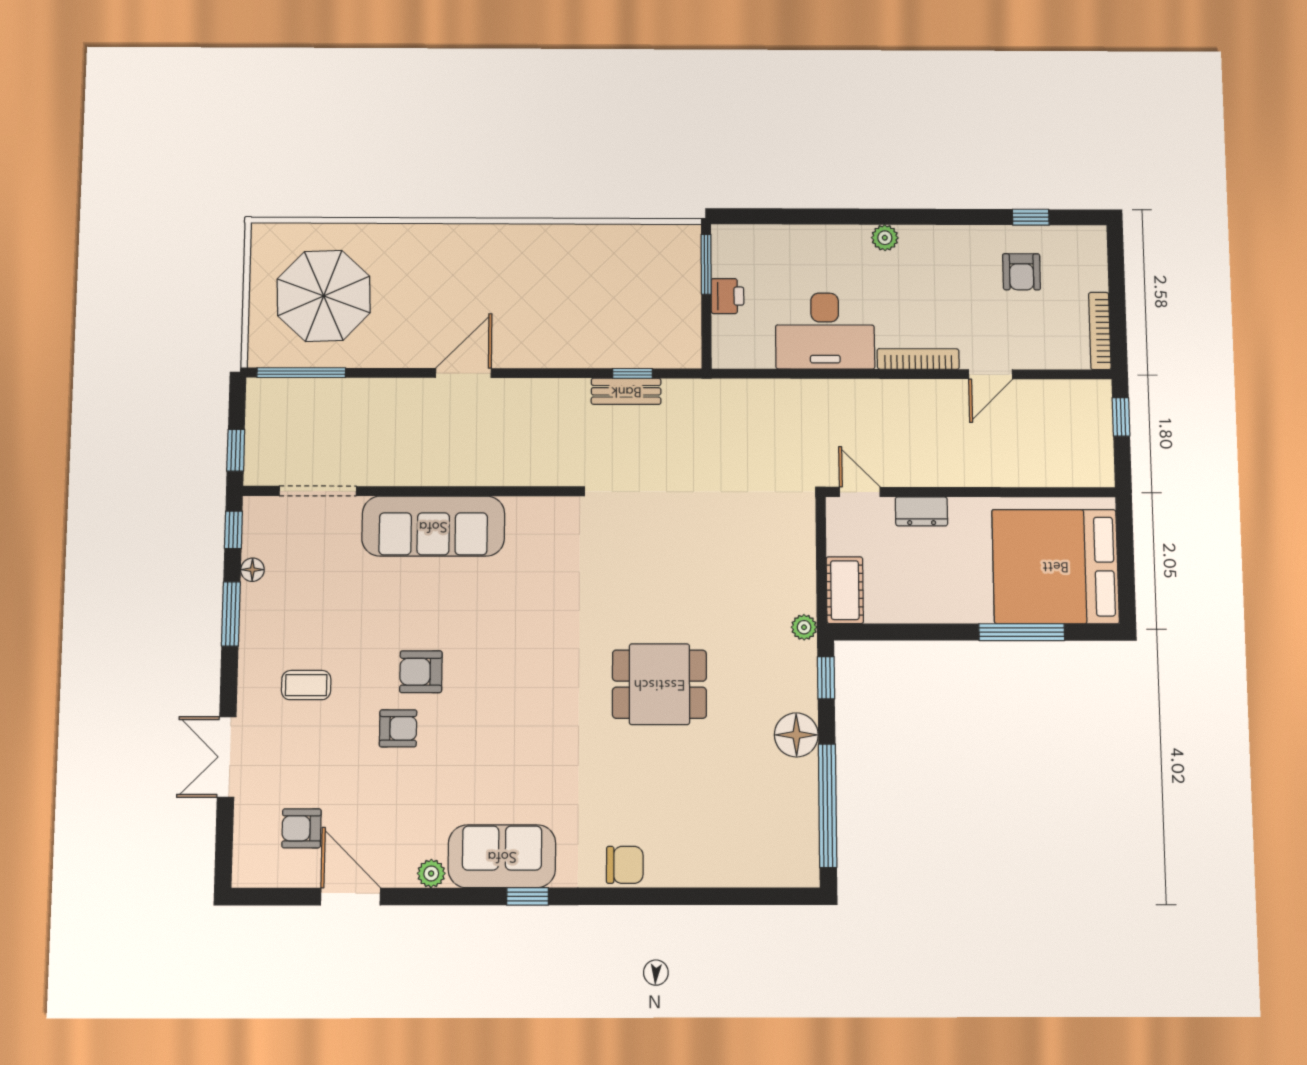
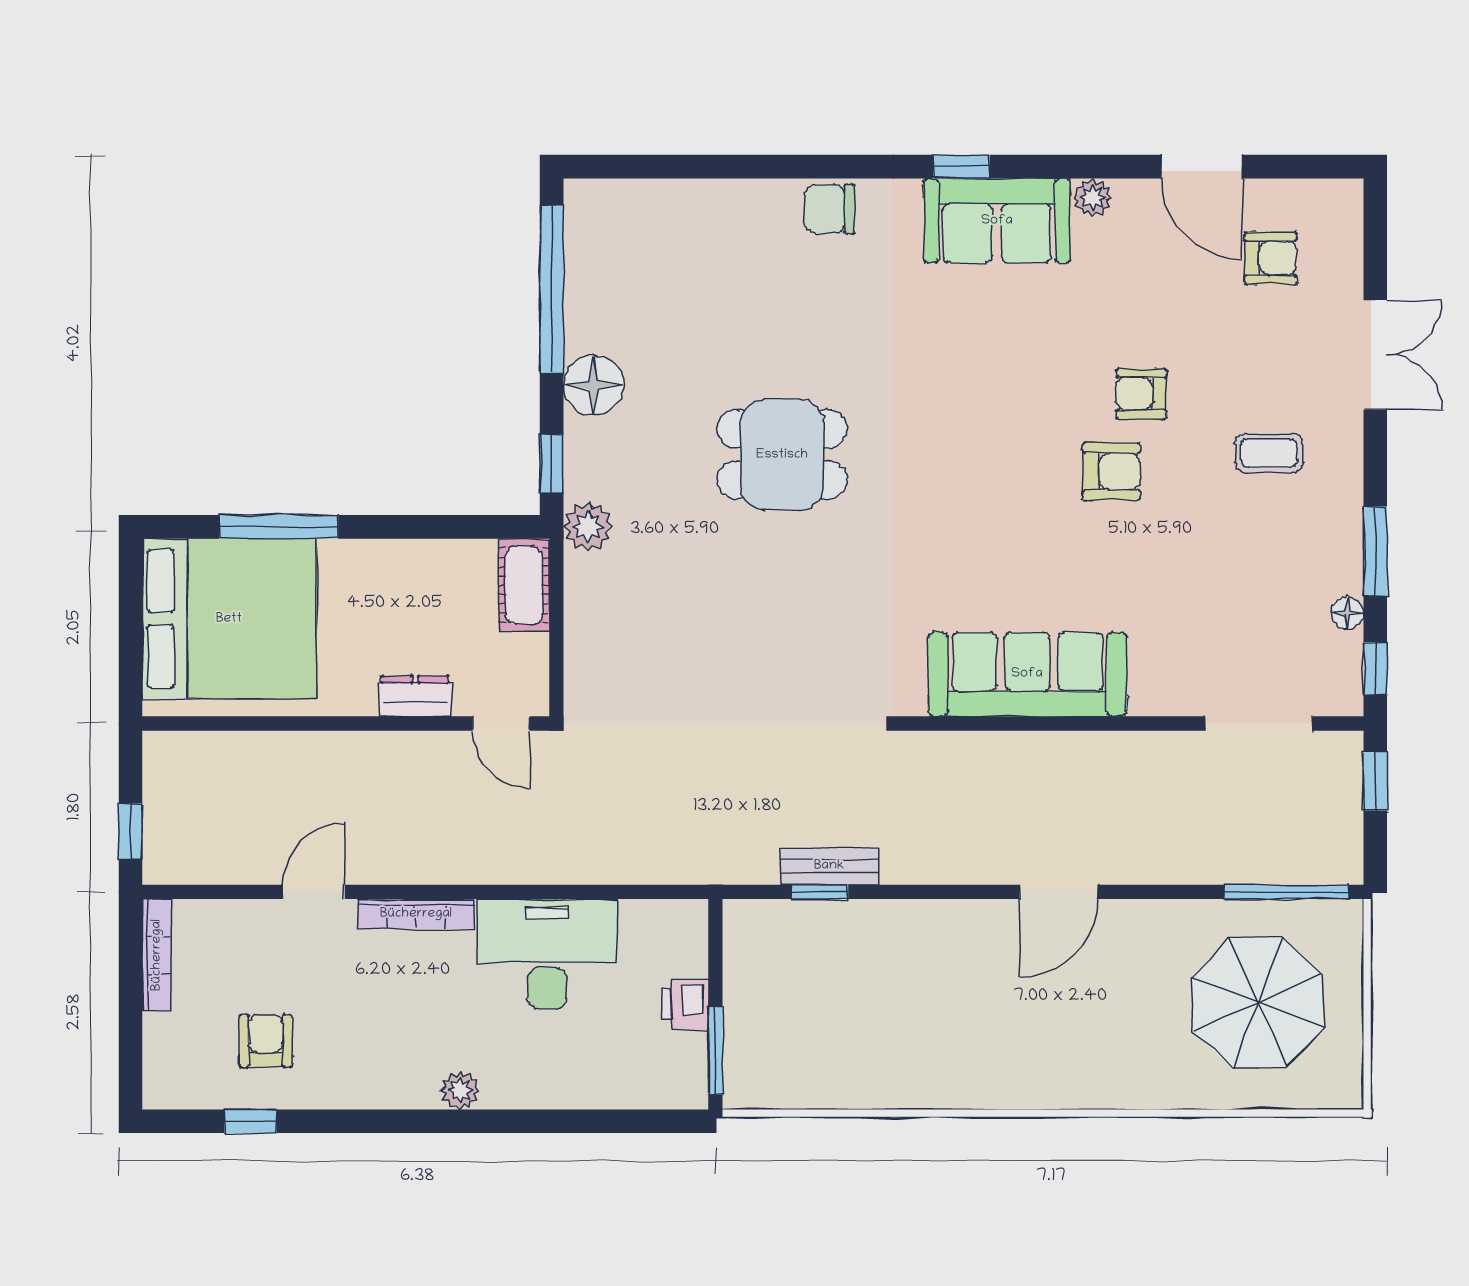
sofa: (433, 526) -> (1027, 674), moved
plant: (804, 627) -> (588, 527), width x1.38, depth x1.38

